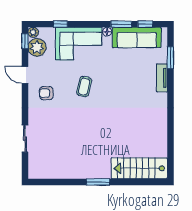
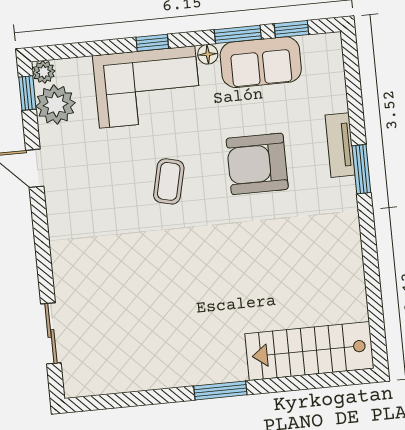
window: (60, 24) -> (152, 43), moved
sofa: (137, 37) -> (261, 62), width x0.73
window: (170, 58) -> (361, 169), moved
armchair: (46, 93) -> (257, 164), moved, width x1.88, depth x1.88
sliding door: (25, 139) -> (51, 333), moved

